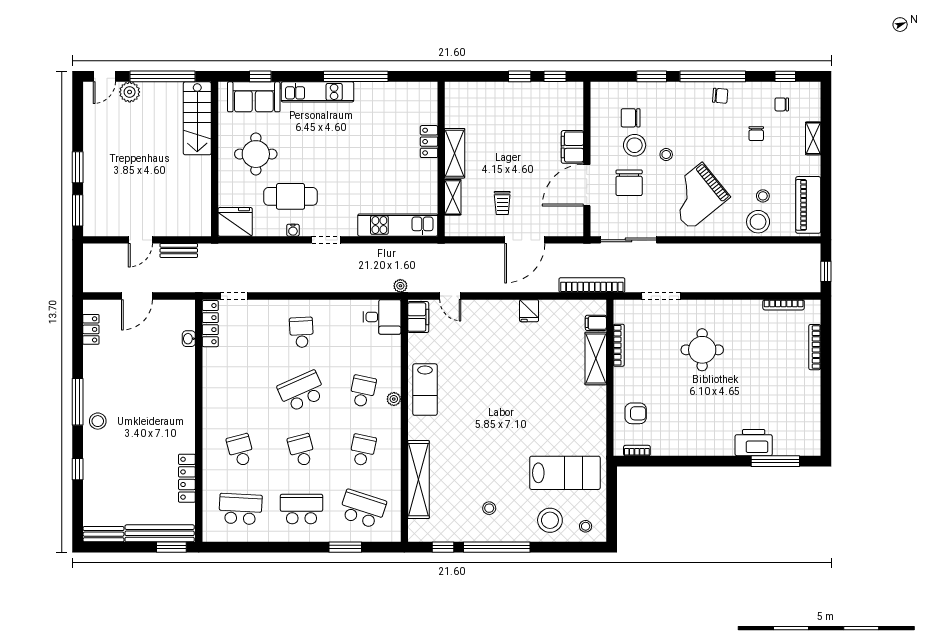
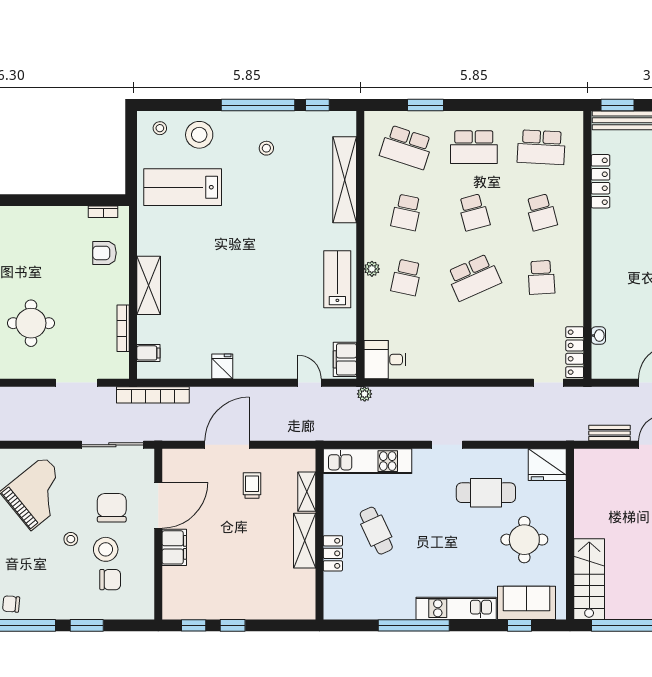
cafe table: (390, 162) -> (376, 531), added
water cooler: (293, 230) -> (483, 455), removed
school desk: (302, 332) -> (541, 277), moved
shelving: (596, 358) -> (149, 285), moved

